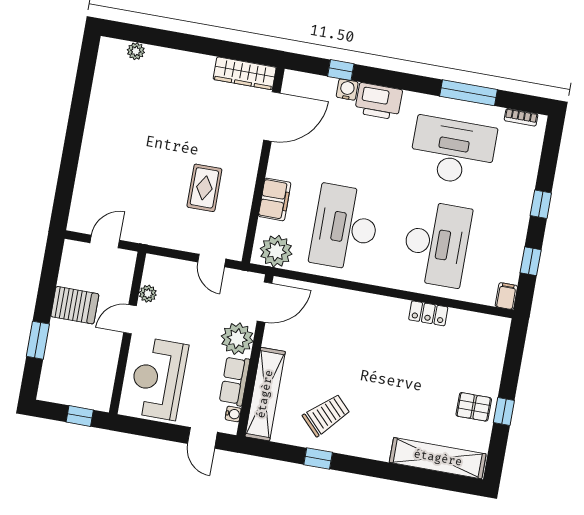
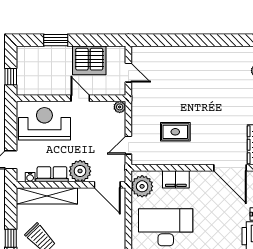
plant: (148, 294) -> (120, 107), moved
server rack: (75, 305) -> (89, 60), width x1.60

